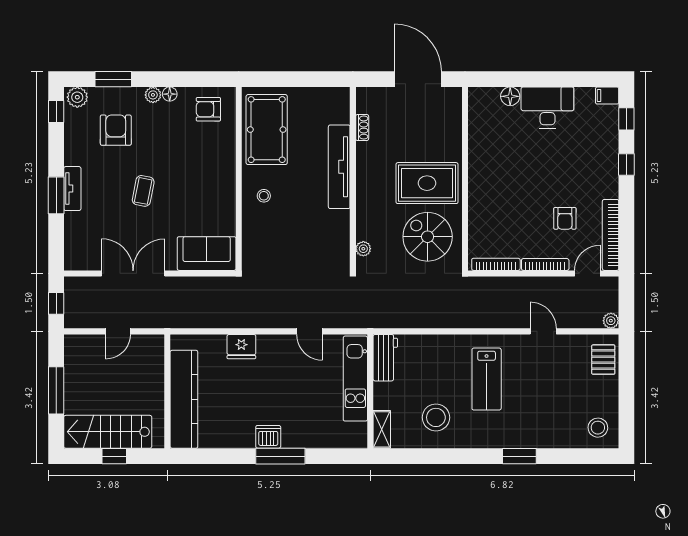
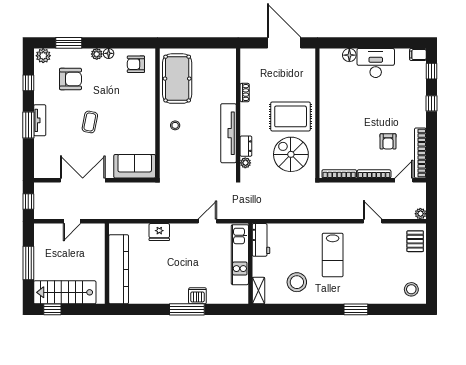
window: (56, 111) -> (28, 83), moved
shoe rack: (362, 128) -> (245, 93), moved
armchair: (116, 130) -> (70, 79), turned 90
tv unit: (339, 167) -> (228, 133), moved
dresser: (364, 225) -> (246, 146), added
door: (309, 331) -> (207, 221), swing flipped
dishwasher: (268, 437) -> (197, 296), moved
window: (114, 456) -> (52, 309), moved

